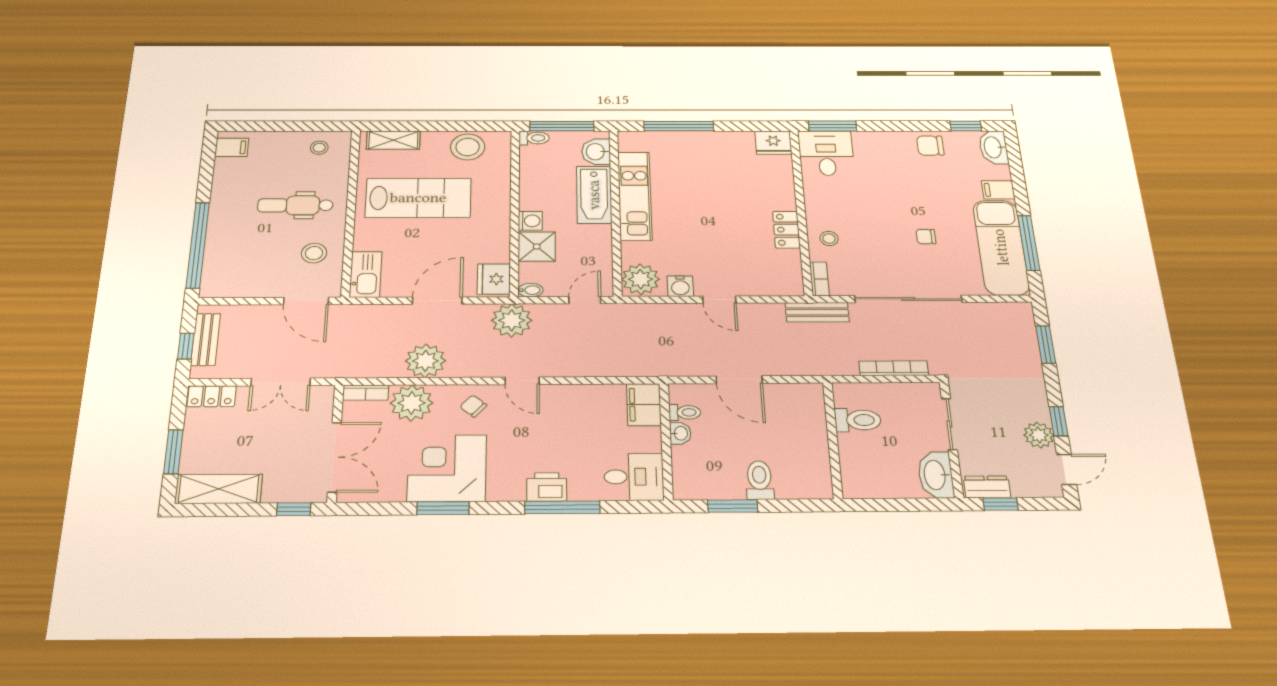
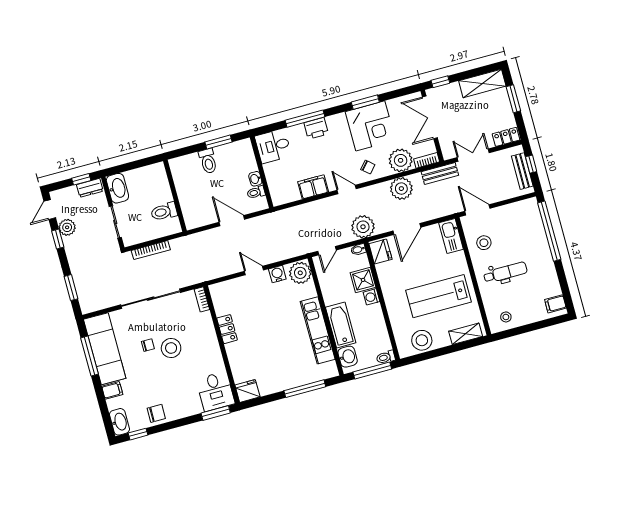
stool: (829, 238) -> (171, 348), moved, width x1.89, depth x1.89
bench: (817, 312) -> (440, 173), moved
filing cabinet: (644, 405) -> (313, 187), moved, turned -90

